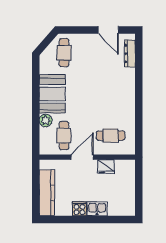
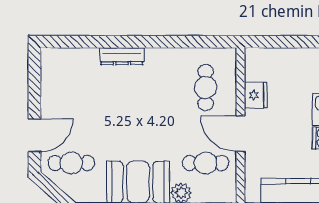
door: (108, 30) -> (34, 135), moved
dresser: (130, 54) -> (122, 56), moved

